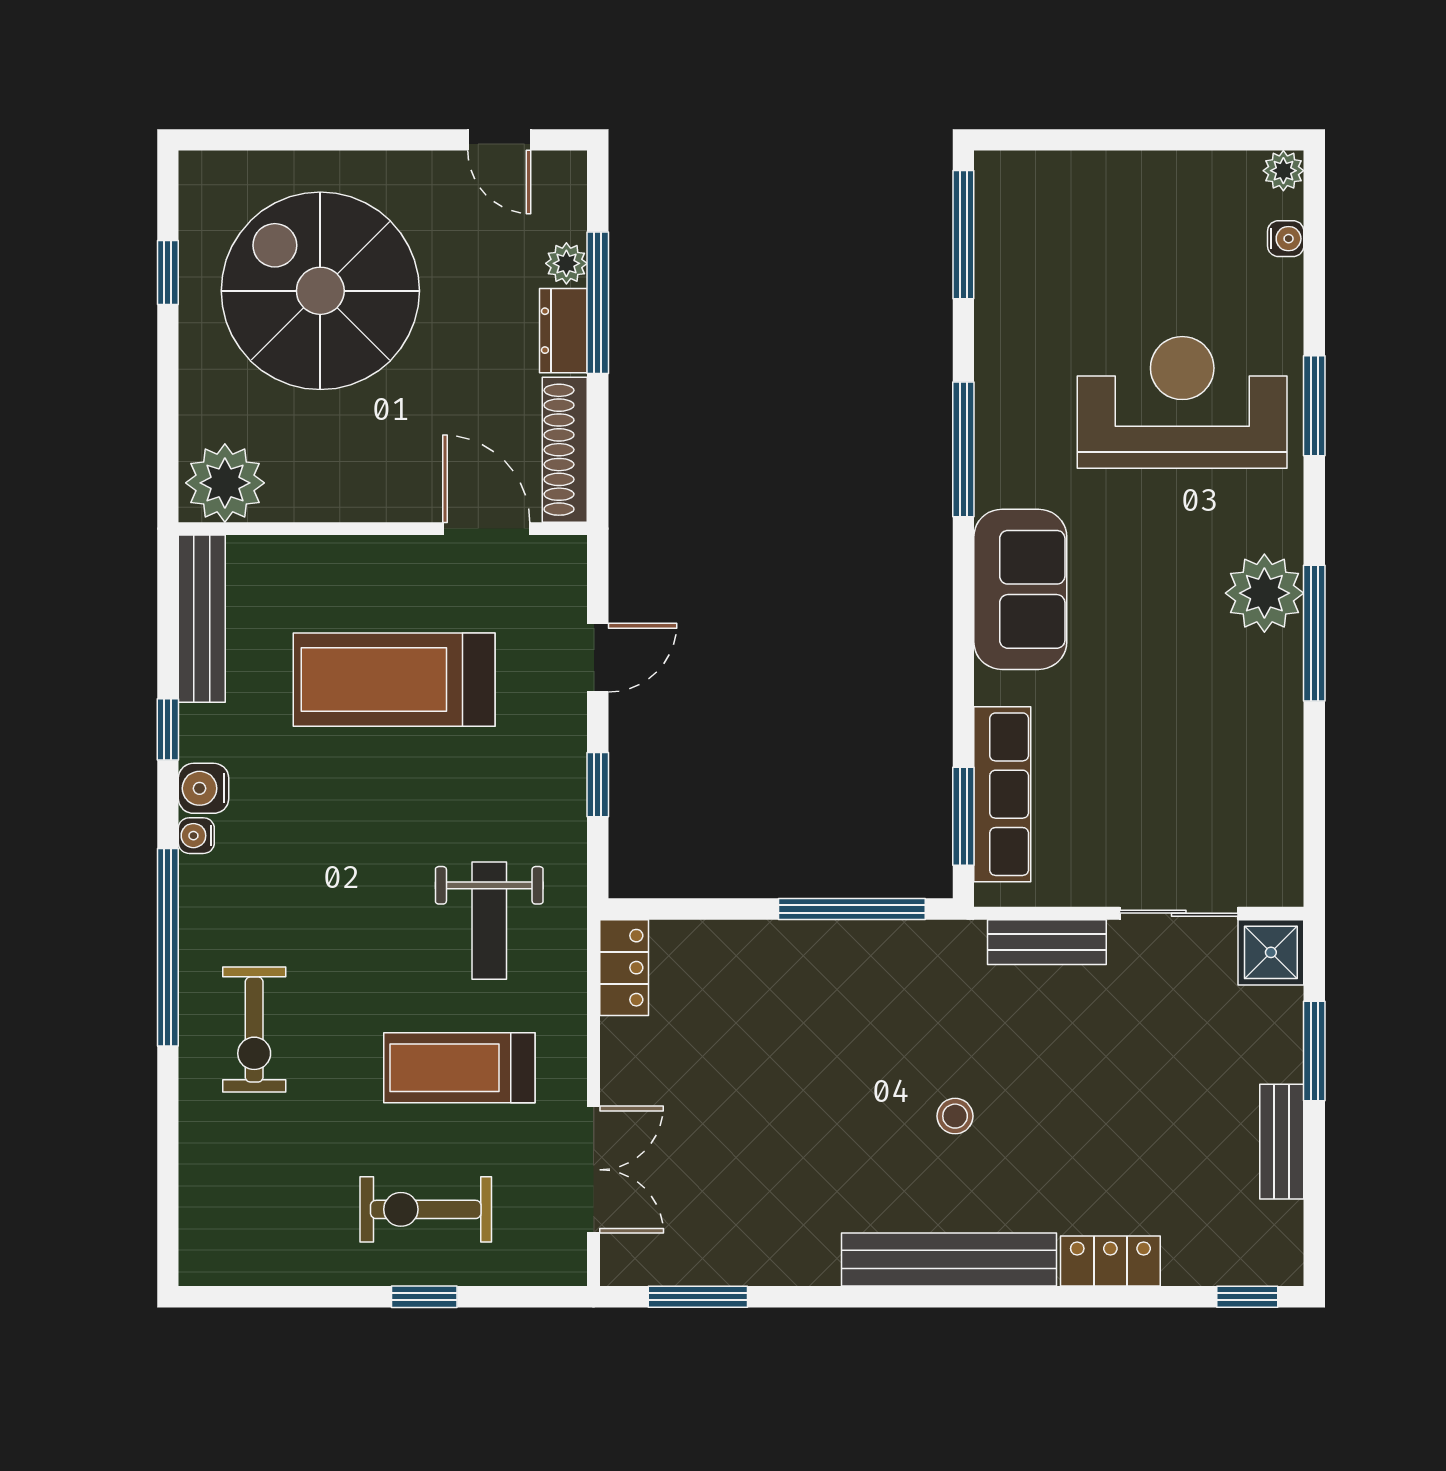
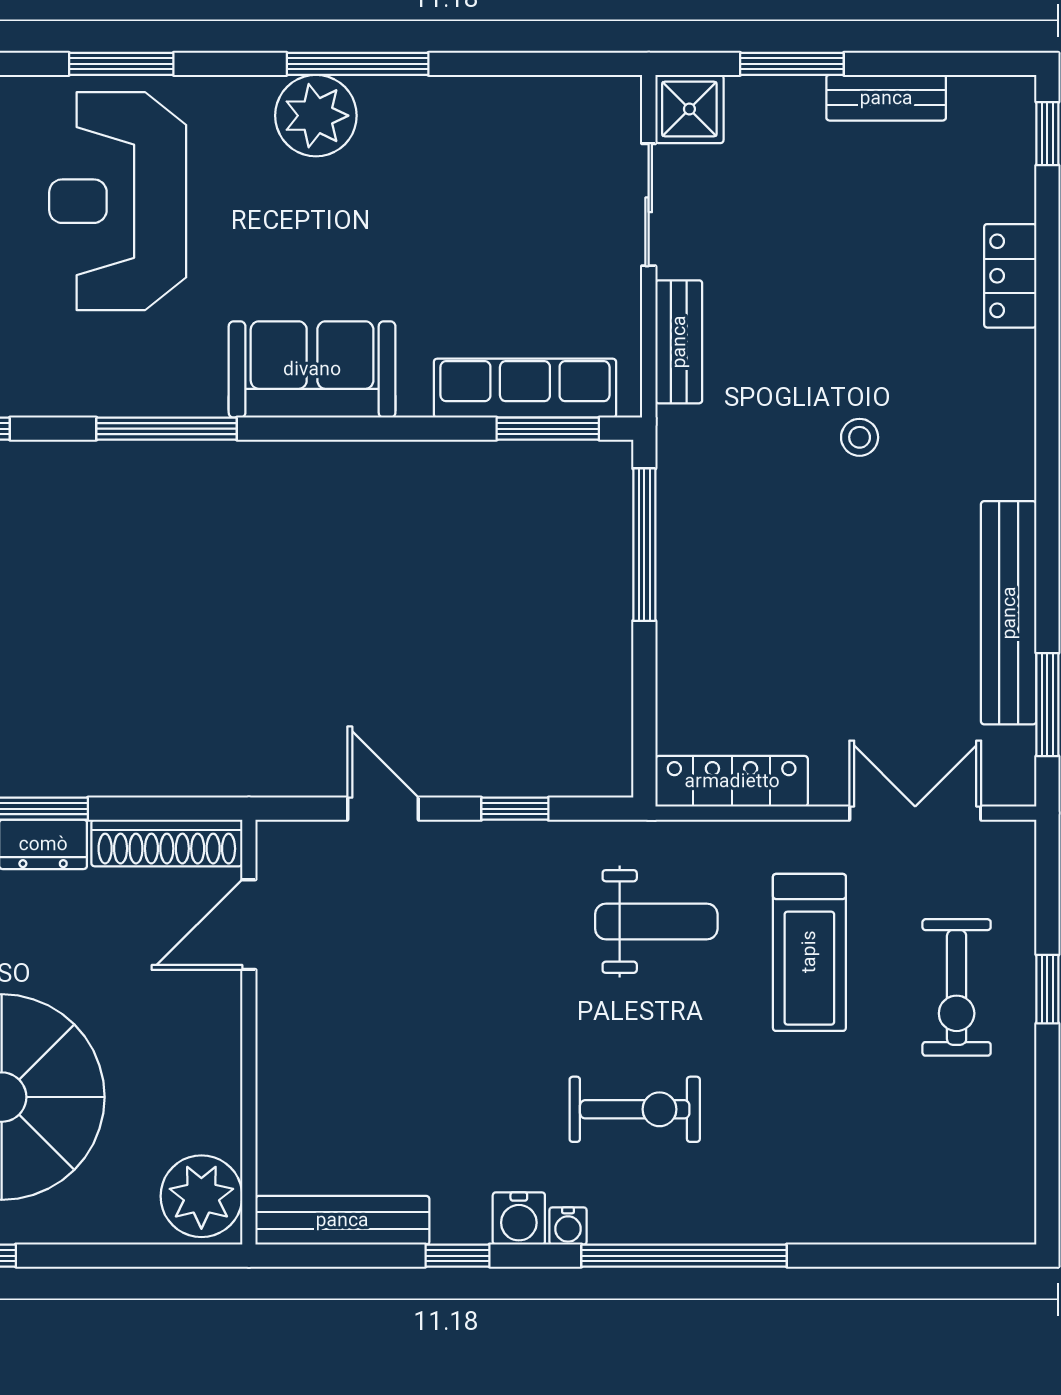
treadmill: (394, 680) -> (406, 1020), removed
locker: (624, 968) -> (732, 781), width x1.53
exercise bike: (254, 1030) -> (635, 1109), moved
bench: (949, 1260) -> (1009, 613), moved

